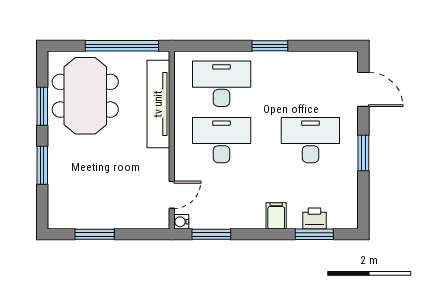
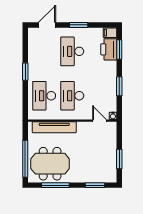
window: (122, 46) -> (25, 159), moved
window: (42, 106) -> (55, 185), width x1.44
window: (42, 165) -> (95, 185), moved
filing cabinet: (276, 216) -> (110, 33), moved
printer: (314, 219) -> (109, 49), width x1.87, depth x1.48
window: (211, 234) -> (119, 86), moved

